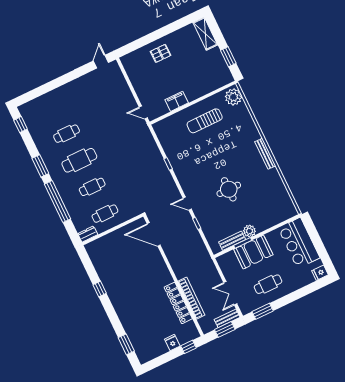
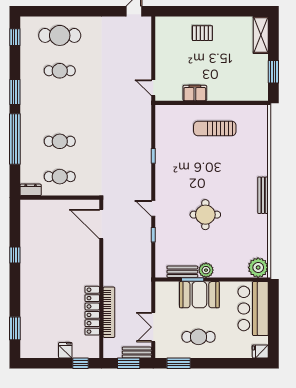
plant: (233, 97) -> (258, 268), moved
cafe table: (79, 160) -> (60, 35), moved

